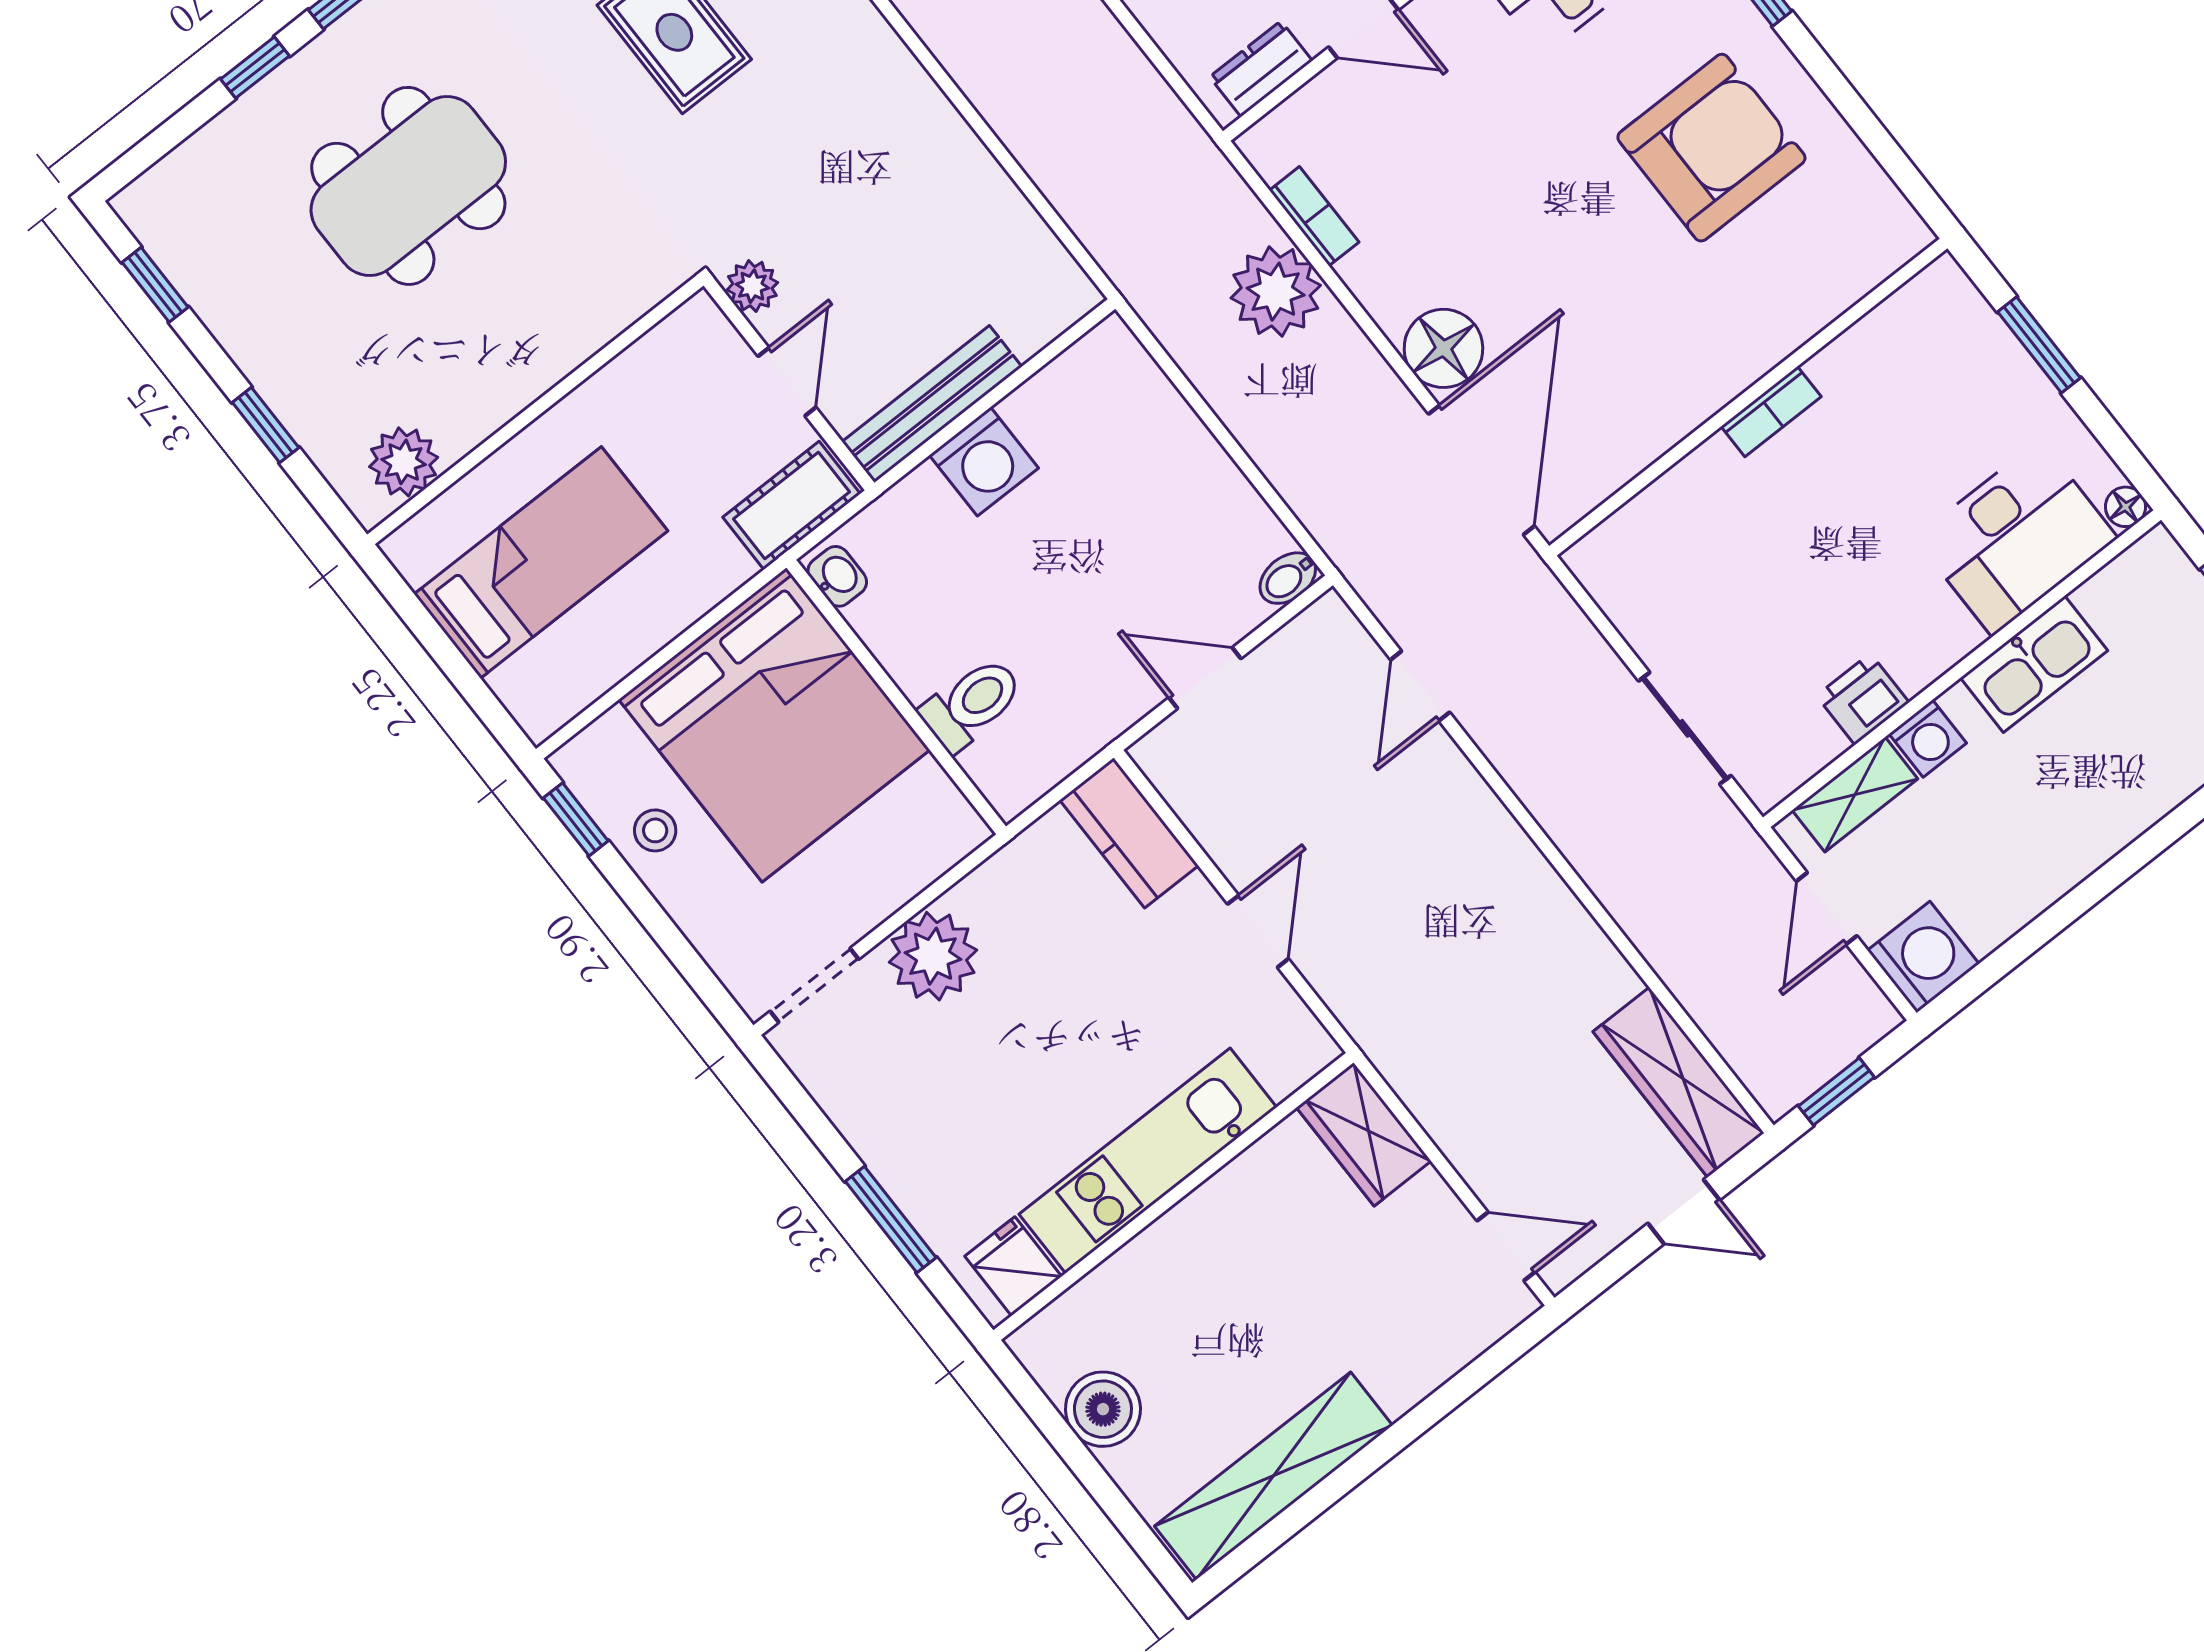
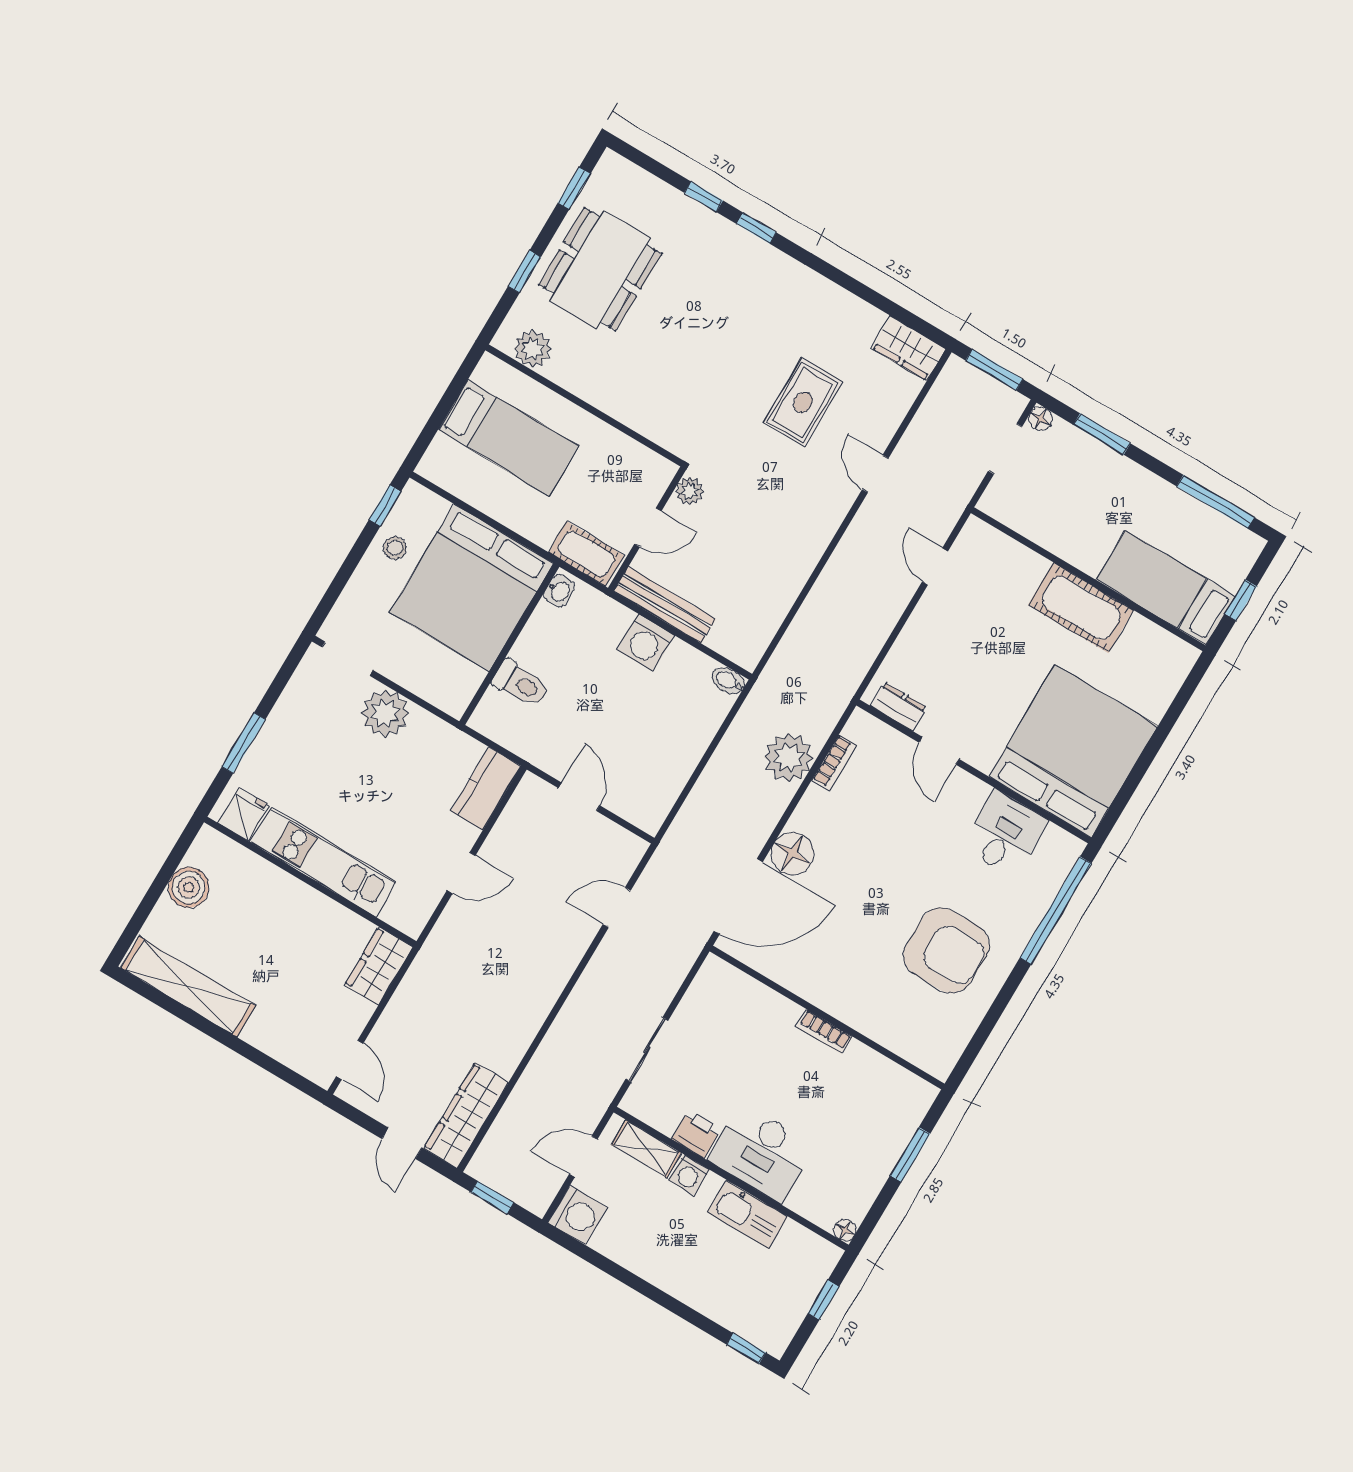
dining table: (408, 186) -> (600, 269), moved, turned 90
desk: (2016, 538) -> (761, 1153), moved
bidet: (1288, 578) -> (728, 681), moved

